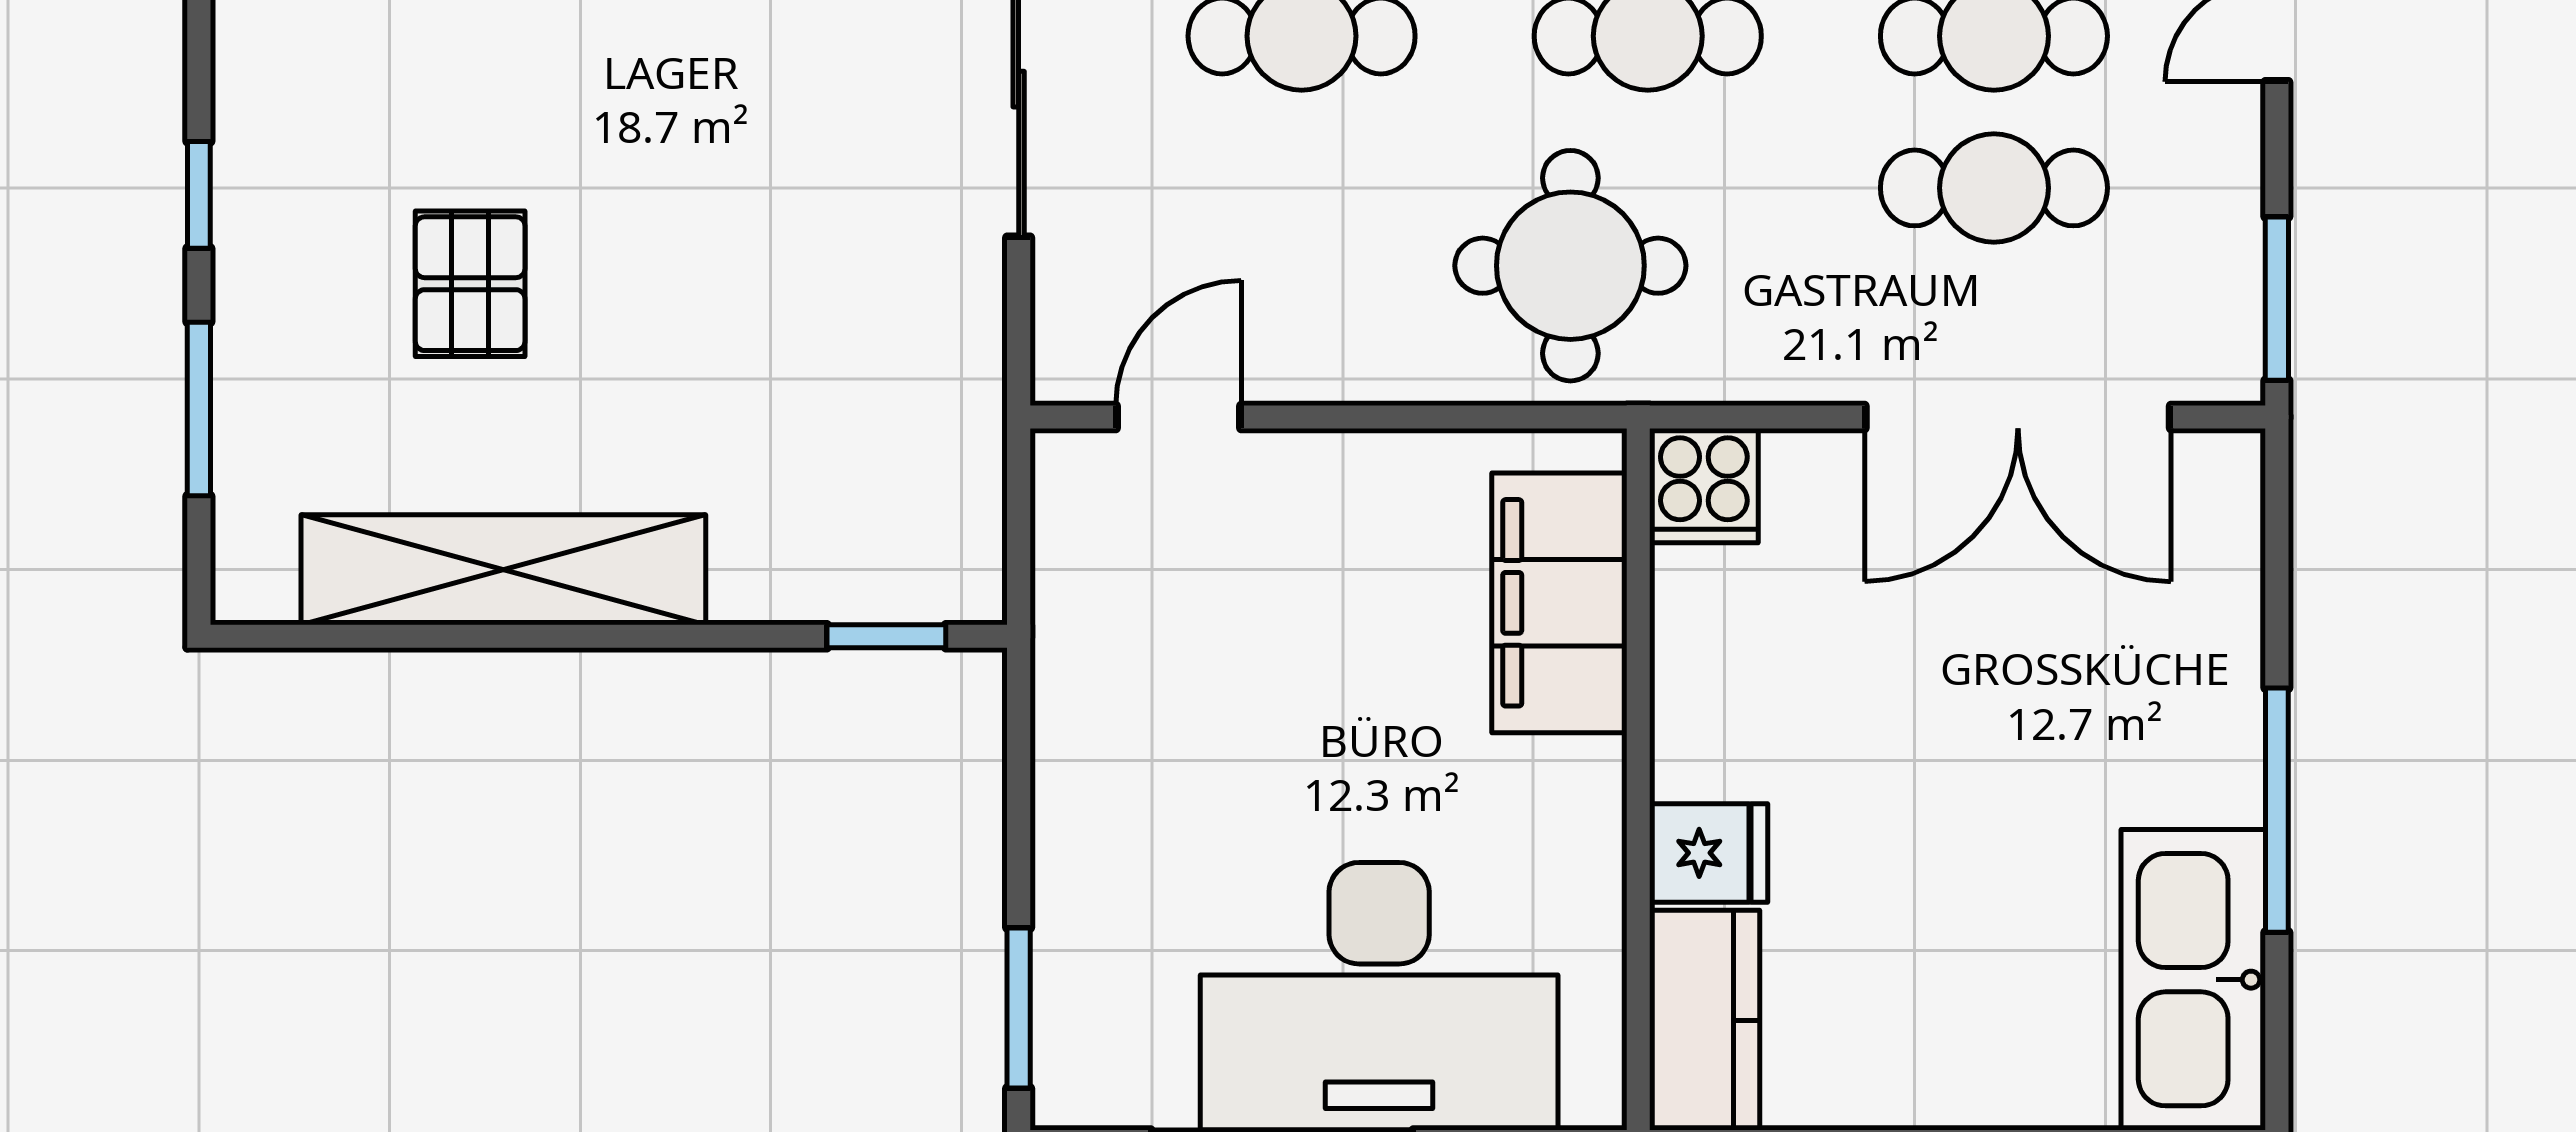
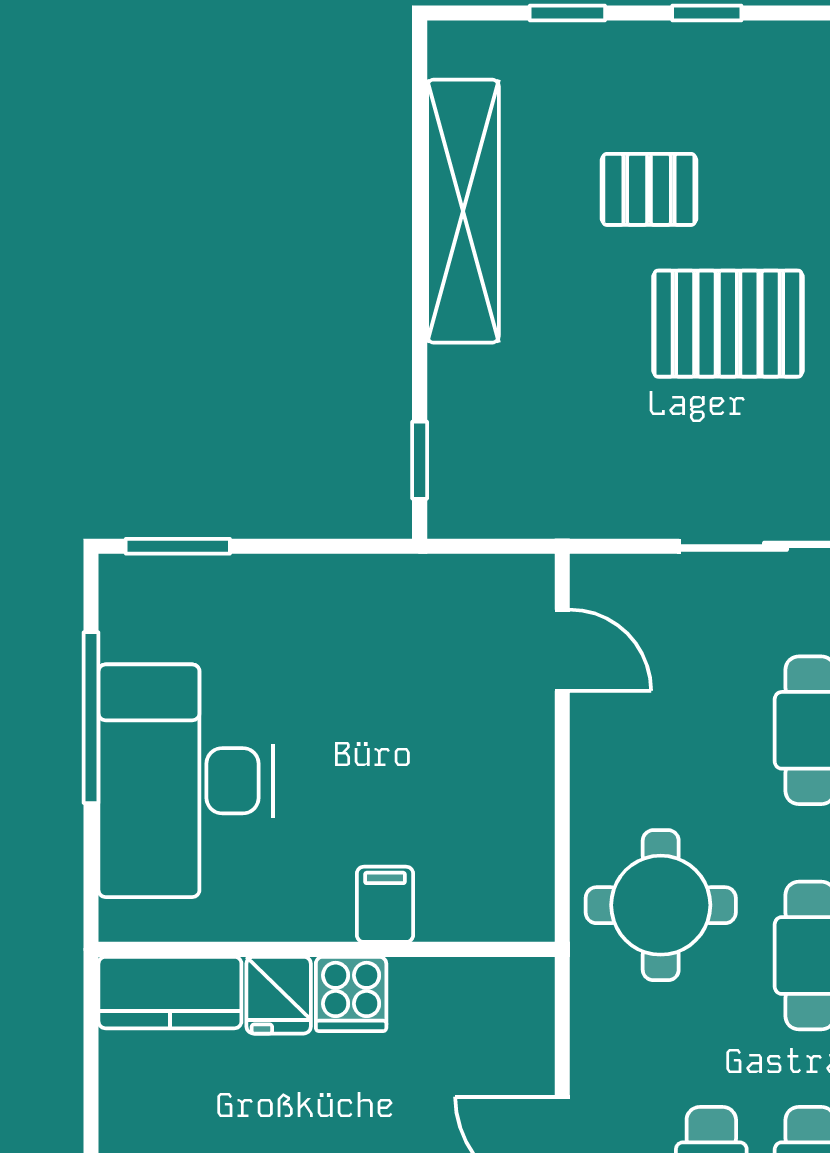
pallet: (676, 162) -> (728, 324), added
window: (199, 409) -> (567, 13), width x0.67
cooker: (1704, 486) -> (351, 994), moved, turned -90
filing cabinet: (1559, 603) -> (385, 904), width x0.33, depth x0.86

